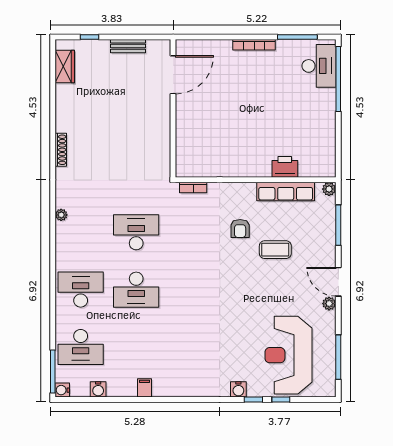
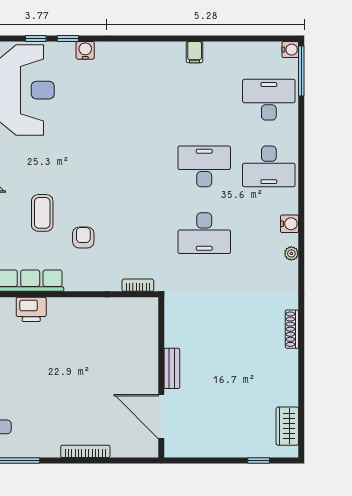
bookcase: (254, 45) -> (85, 451), moved
bench: (128, 46) -> (172, 368), moved, turned 90
door: (173, 75) -> (161, 417), hinge flipped
coffee table: (275, 250) -> (42, 213), turned 90
water cooler: (98, 389) -> (290, 224), moved, turned 90

